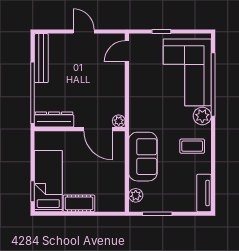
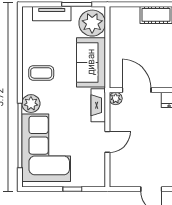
door: (127, 51) -> (107, 142), moved
fireplace: (136, 114) -> (98, 105), added
tv unit: (204, 193) -> (52, 14), moved, turned 90
plant: (136, 195) -> (92, 23), width x1.87, depth x1.87

